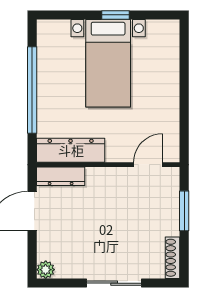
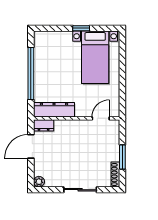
bed with nightstands: (108, 63) -> (95, 57), moved
dresser: (61, 176) -> (44, 125), width x0.70
window: (184, 211) -> (122, 157), moved

